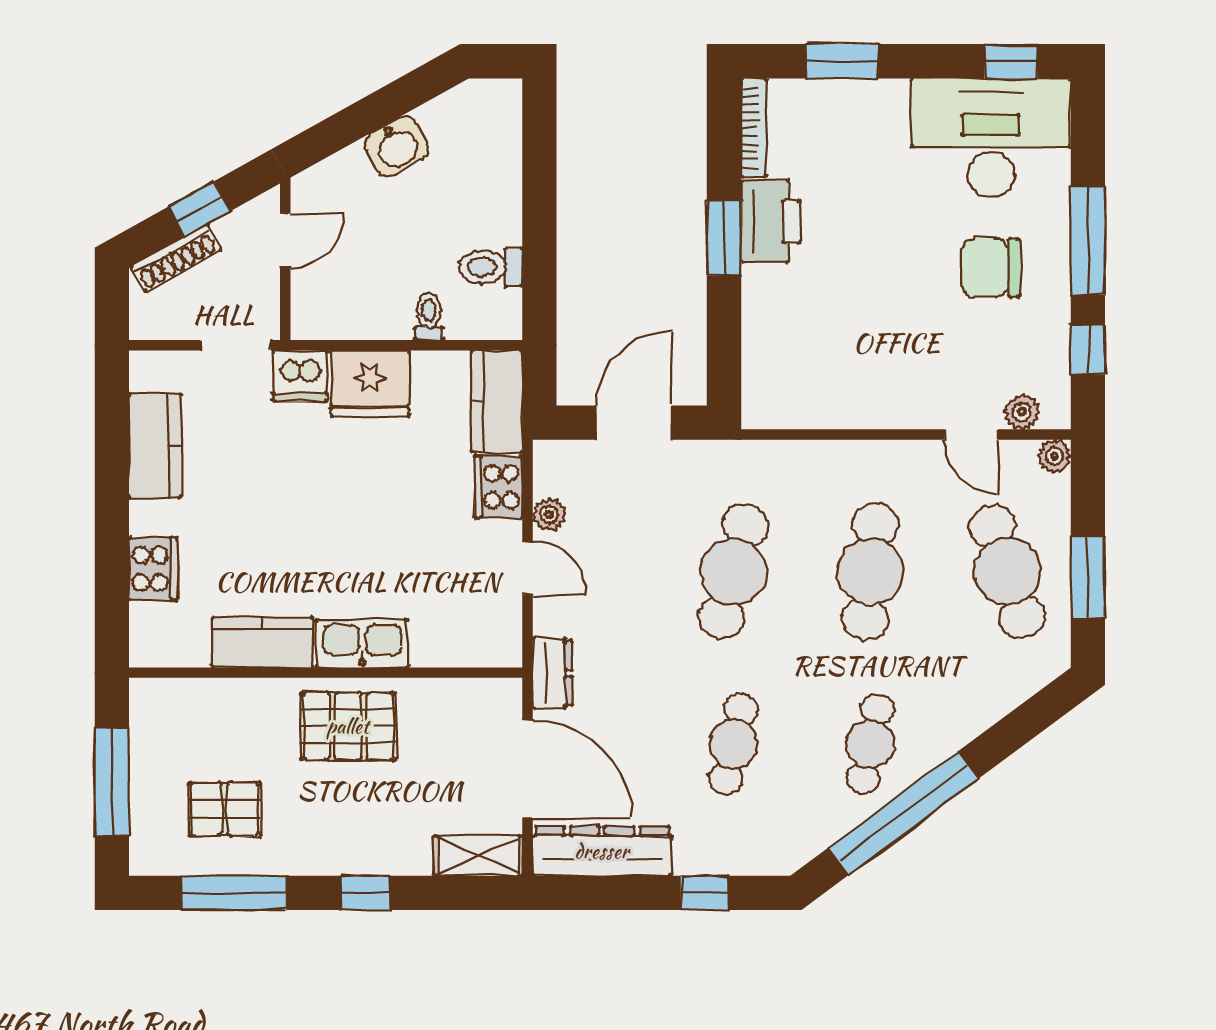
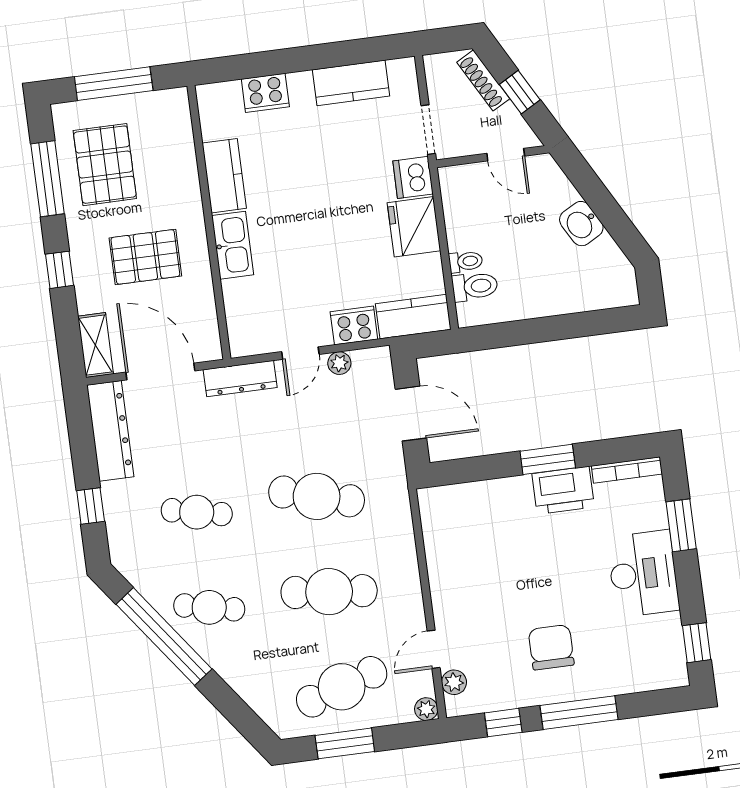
desk: (991, 138) -> (643, 574), moved, width x0.73, depth x0.77
toilet: (491, 267) -> (475, 286), moved, turned 90
dresser: (552, 673) -> (240, 379), width x1.44
pallet: (348, 726) -> (145, 257), moved, turned 90
door: (528, 769) -> (160, 371), swing flipped
pallet: (225, 809) -> (105, 165), width x1.50, depth x1.42

